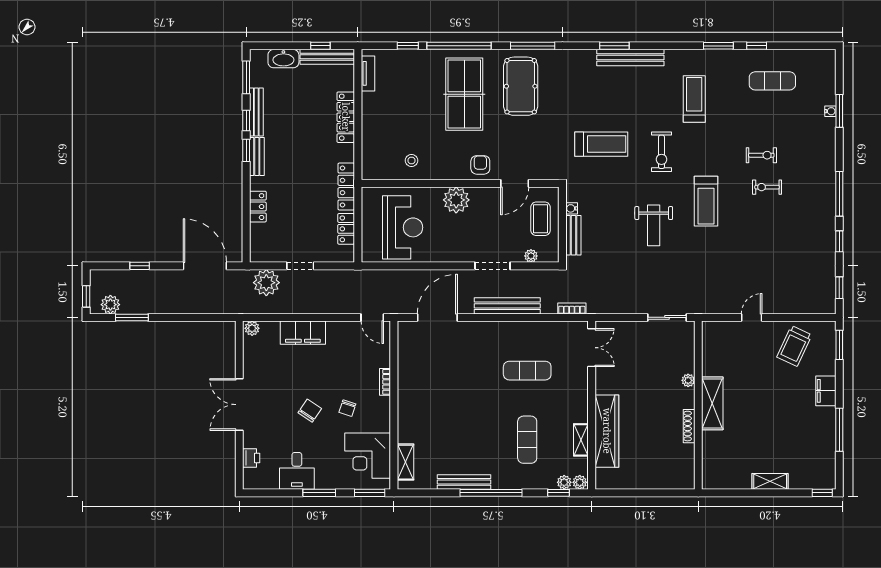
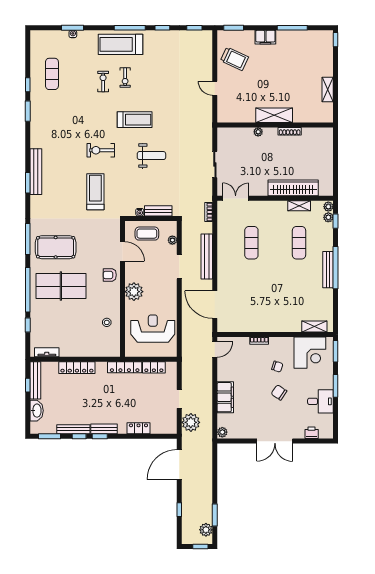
treadmill: (694, 99) -> (121, 44), moved, width x1.37, depth x1.38
exercise bike: (662, 152) -> (101, 150), turned 180
sliding door: (667, 317) -> (215, 165), moved
exercise mat: (527, 440) -> (299, 243), turned 90
shelving: (770, 481) -> (328, 90), moved
bench: (464, 482) -> (328, 270), moved

